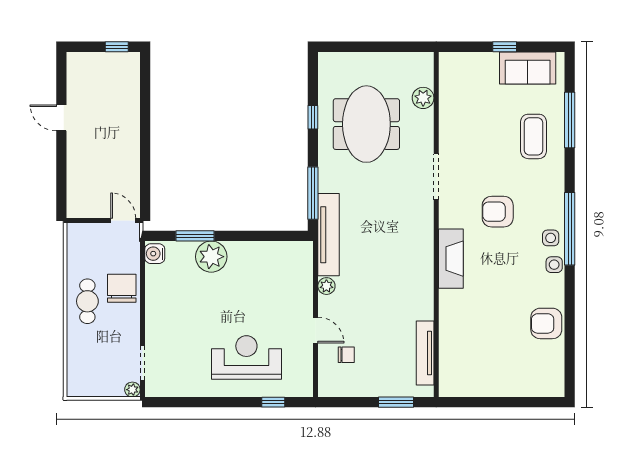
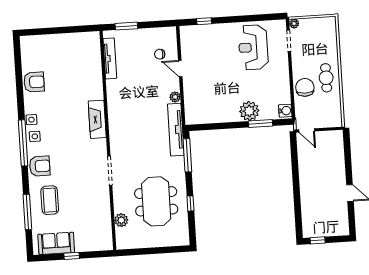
armchair: (498, 212) -> (40, 166), moved
chair: (122, 288) -> (305, 87), turned 180
reception desk: (246, 357) -> (253, 47), moved, turned 90

